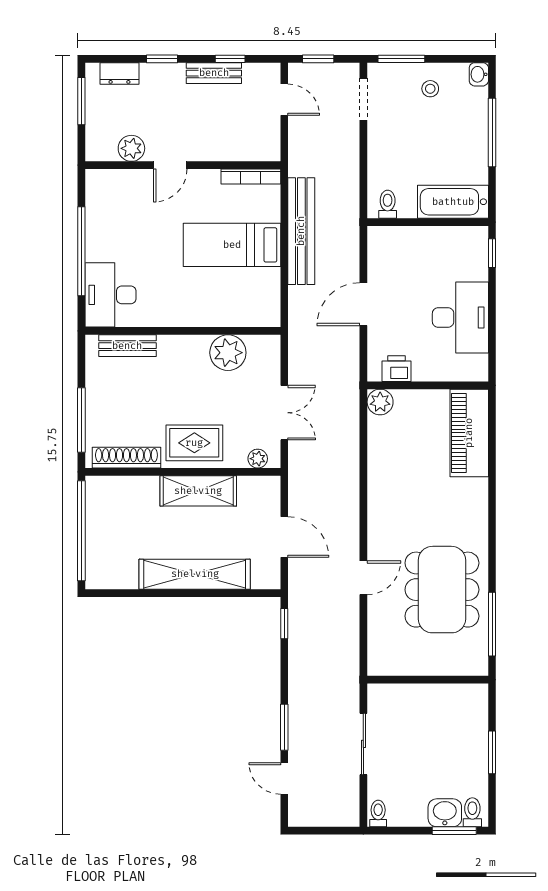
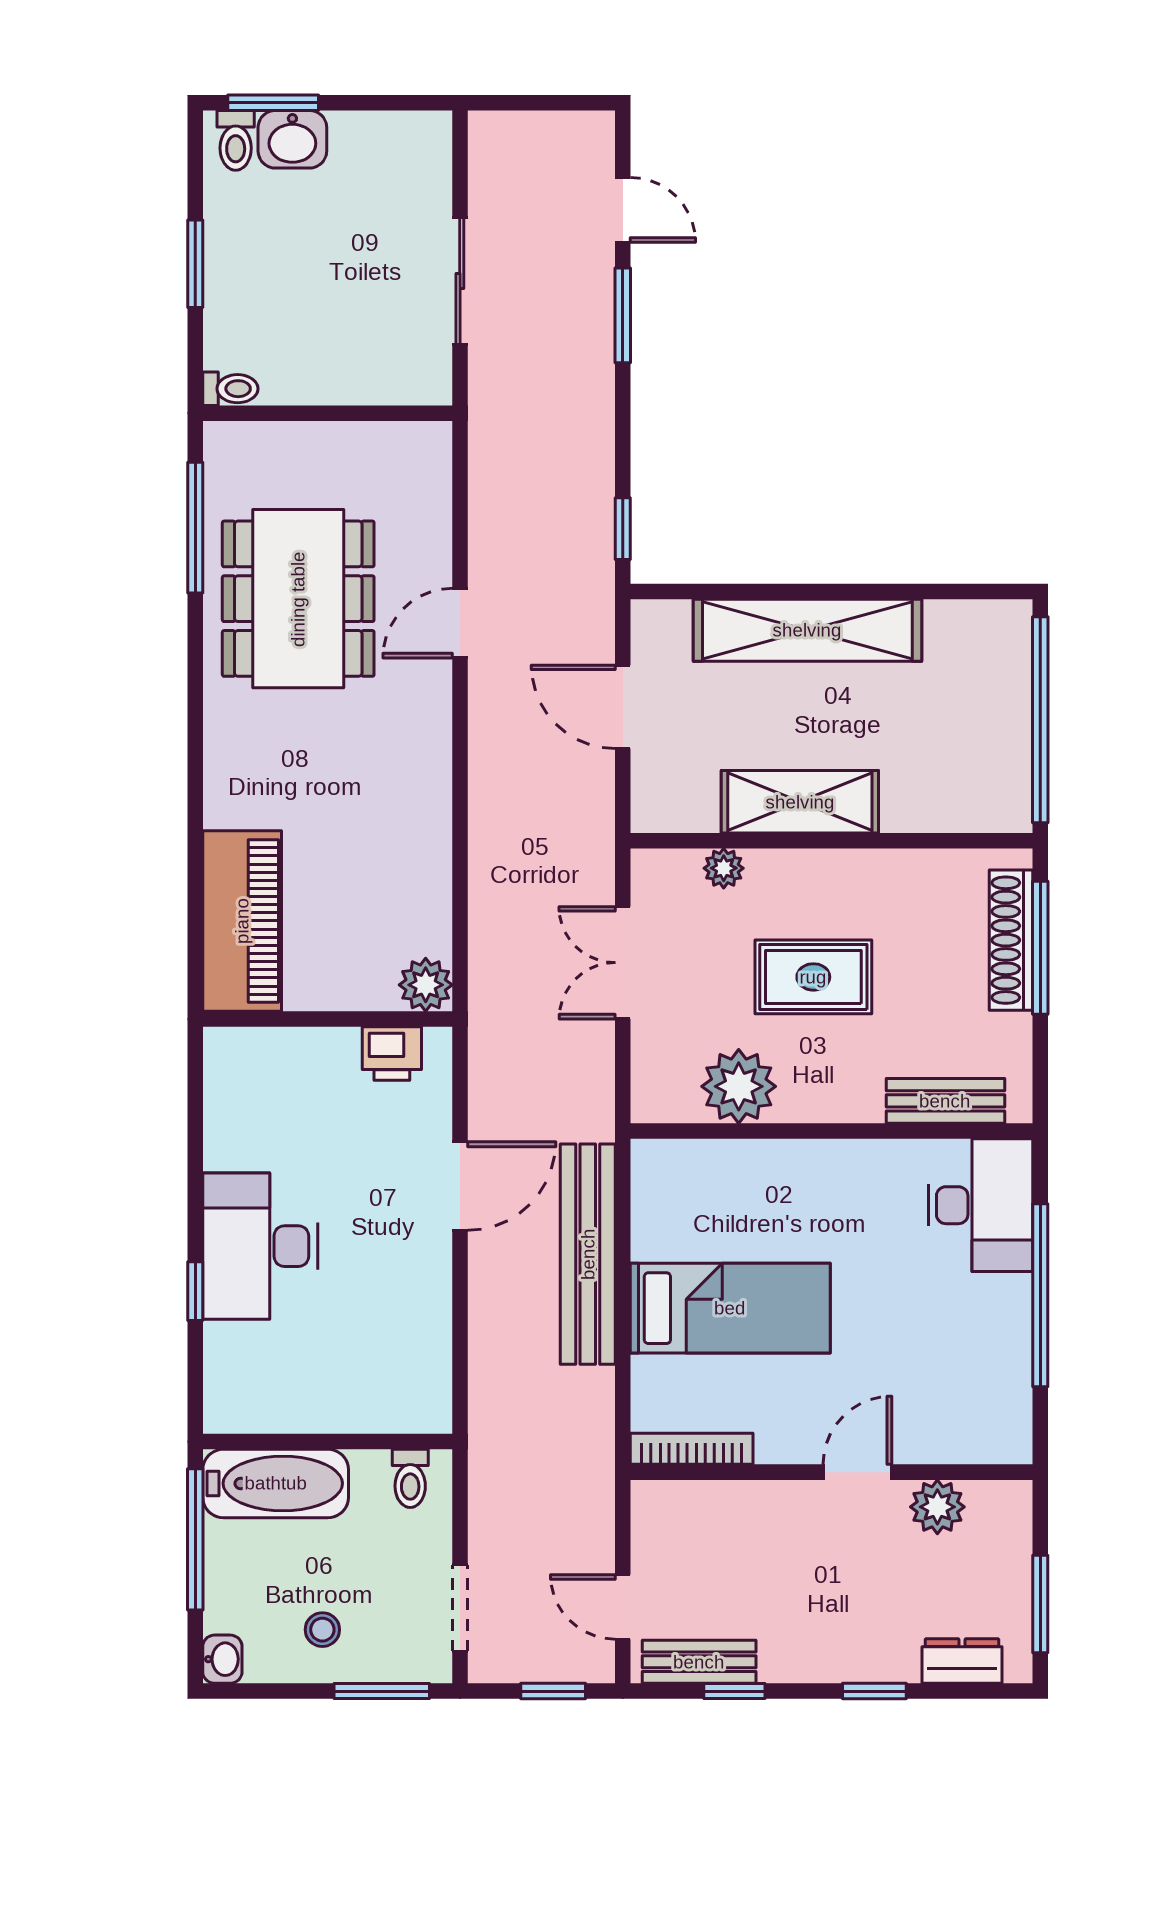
bench: (214, 73) -> (699, 1662), moved
bathtub: (453, 202) -> (276, 1483), moved
toilet: (388, 204) -> (410, 1478), moved
wall: (428, 222) -> (328, 1442), moved
bench: (301, 231) -> (588, 1254), moved
desk: (460, 318) -> (260, 1246), moved
rug: (194, 443) -> (813, 977), moved
shoe rack: (126, 458) -> (1011, 940), moved, turned 90
plant: (258, 459) -> (724, 868), moved
toilet: (378, 813) -> (230, 389), moved, turned -90

